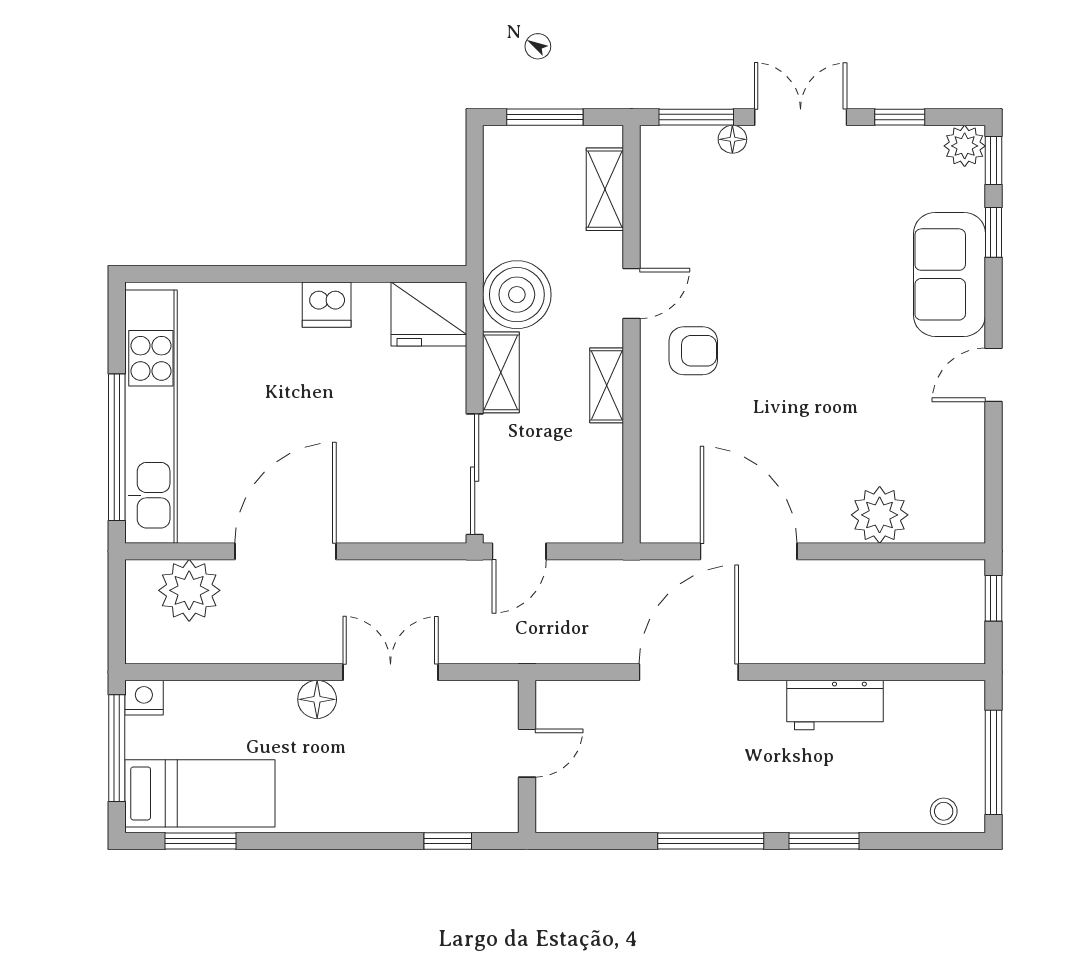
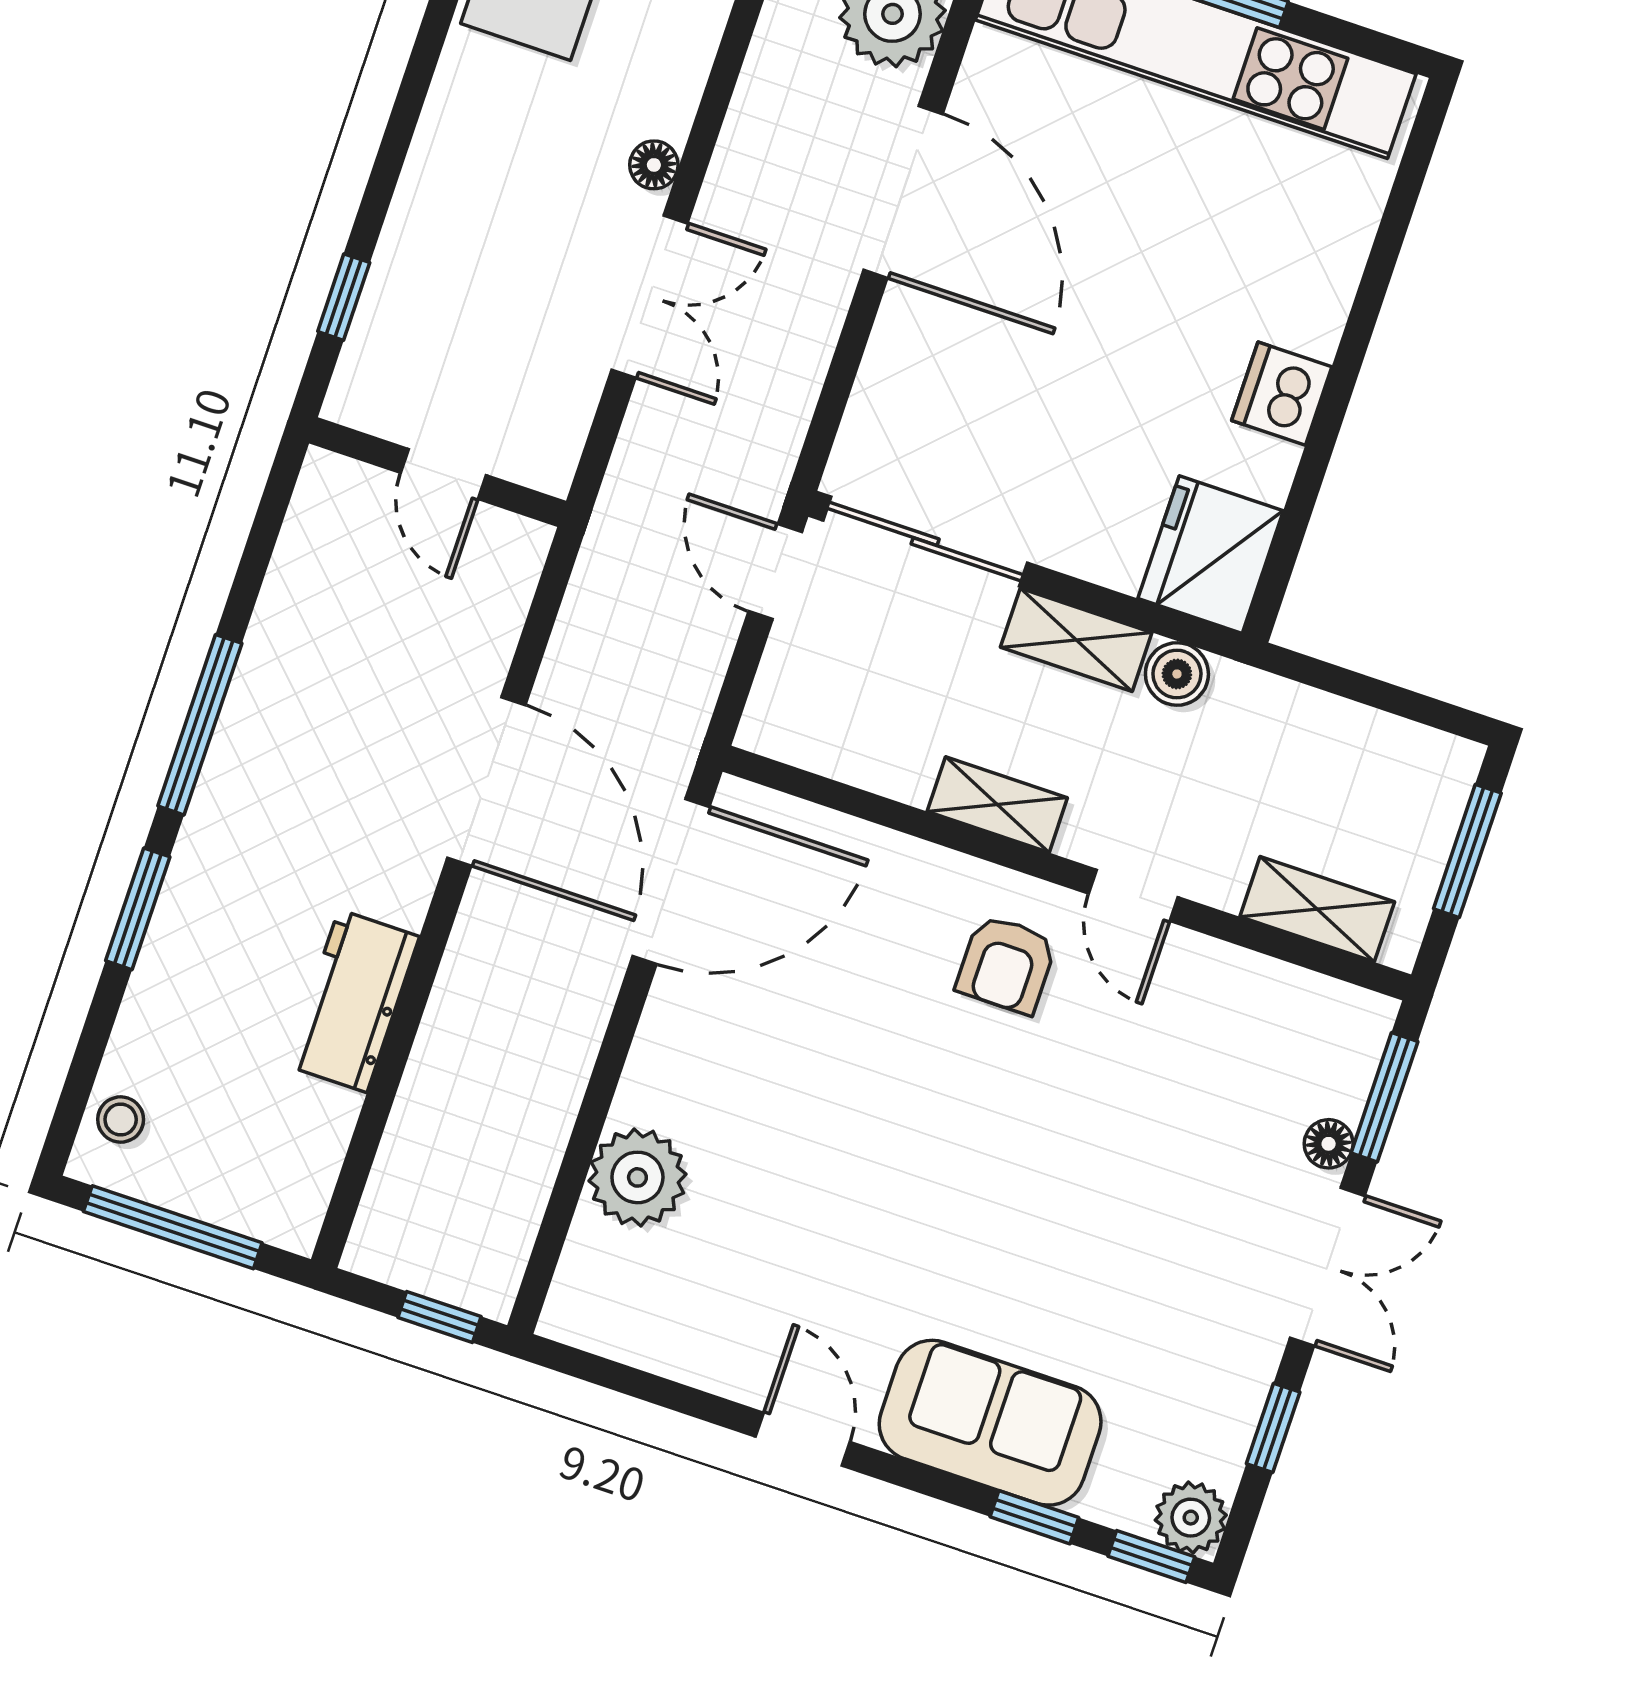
boiler: (517, 295) -> (1177, 674), width x0.54, depth x0.54
door: (749, 551) -> (671, 881), moved
floor lamp: (317, 699) -> (654, 165), width x0.73, depth x0.73

